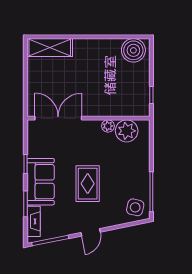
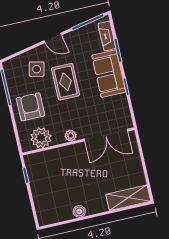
boiler: (133, 50) -> (79, 211), moved, width x0.54, depth x0.54
plant: (108, 126) -> (71, 136), moved
armchair: (130, 166) -> (31, 107), added
side table: (135, 207) -> (37, 69), moved
door: (91, 232) -> (53, 38), swing flipped

